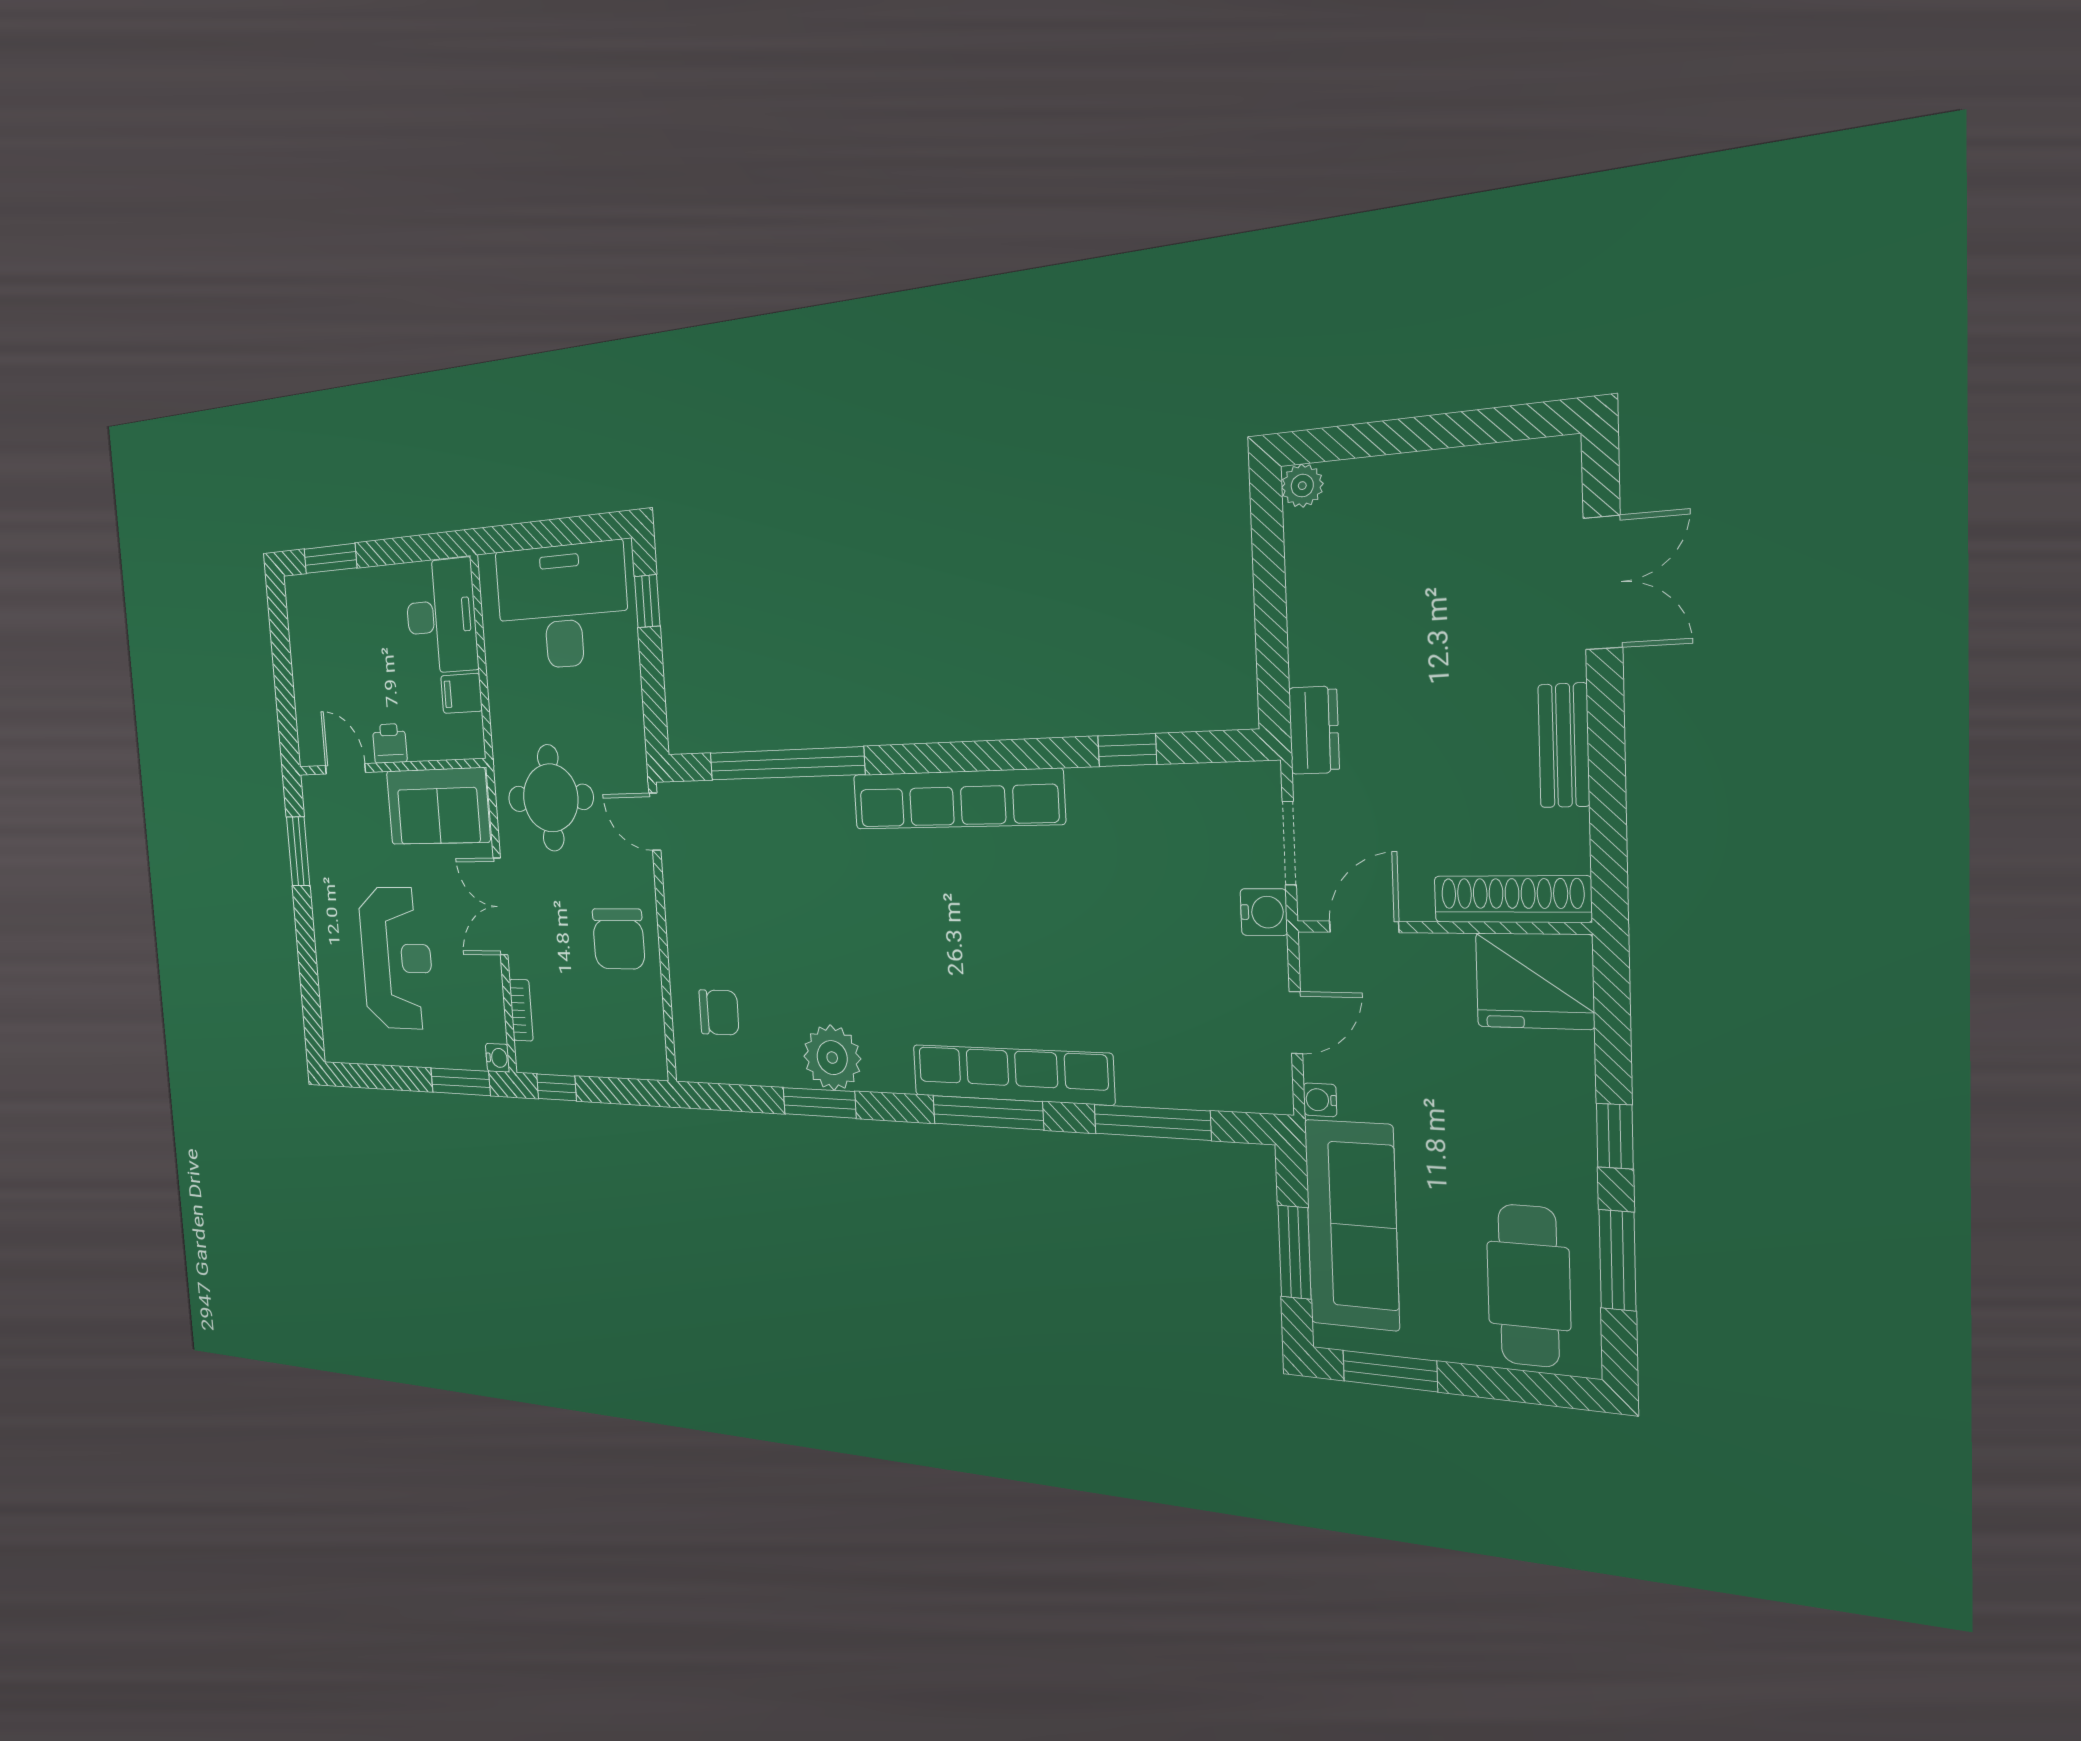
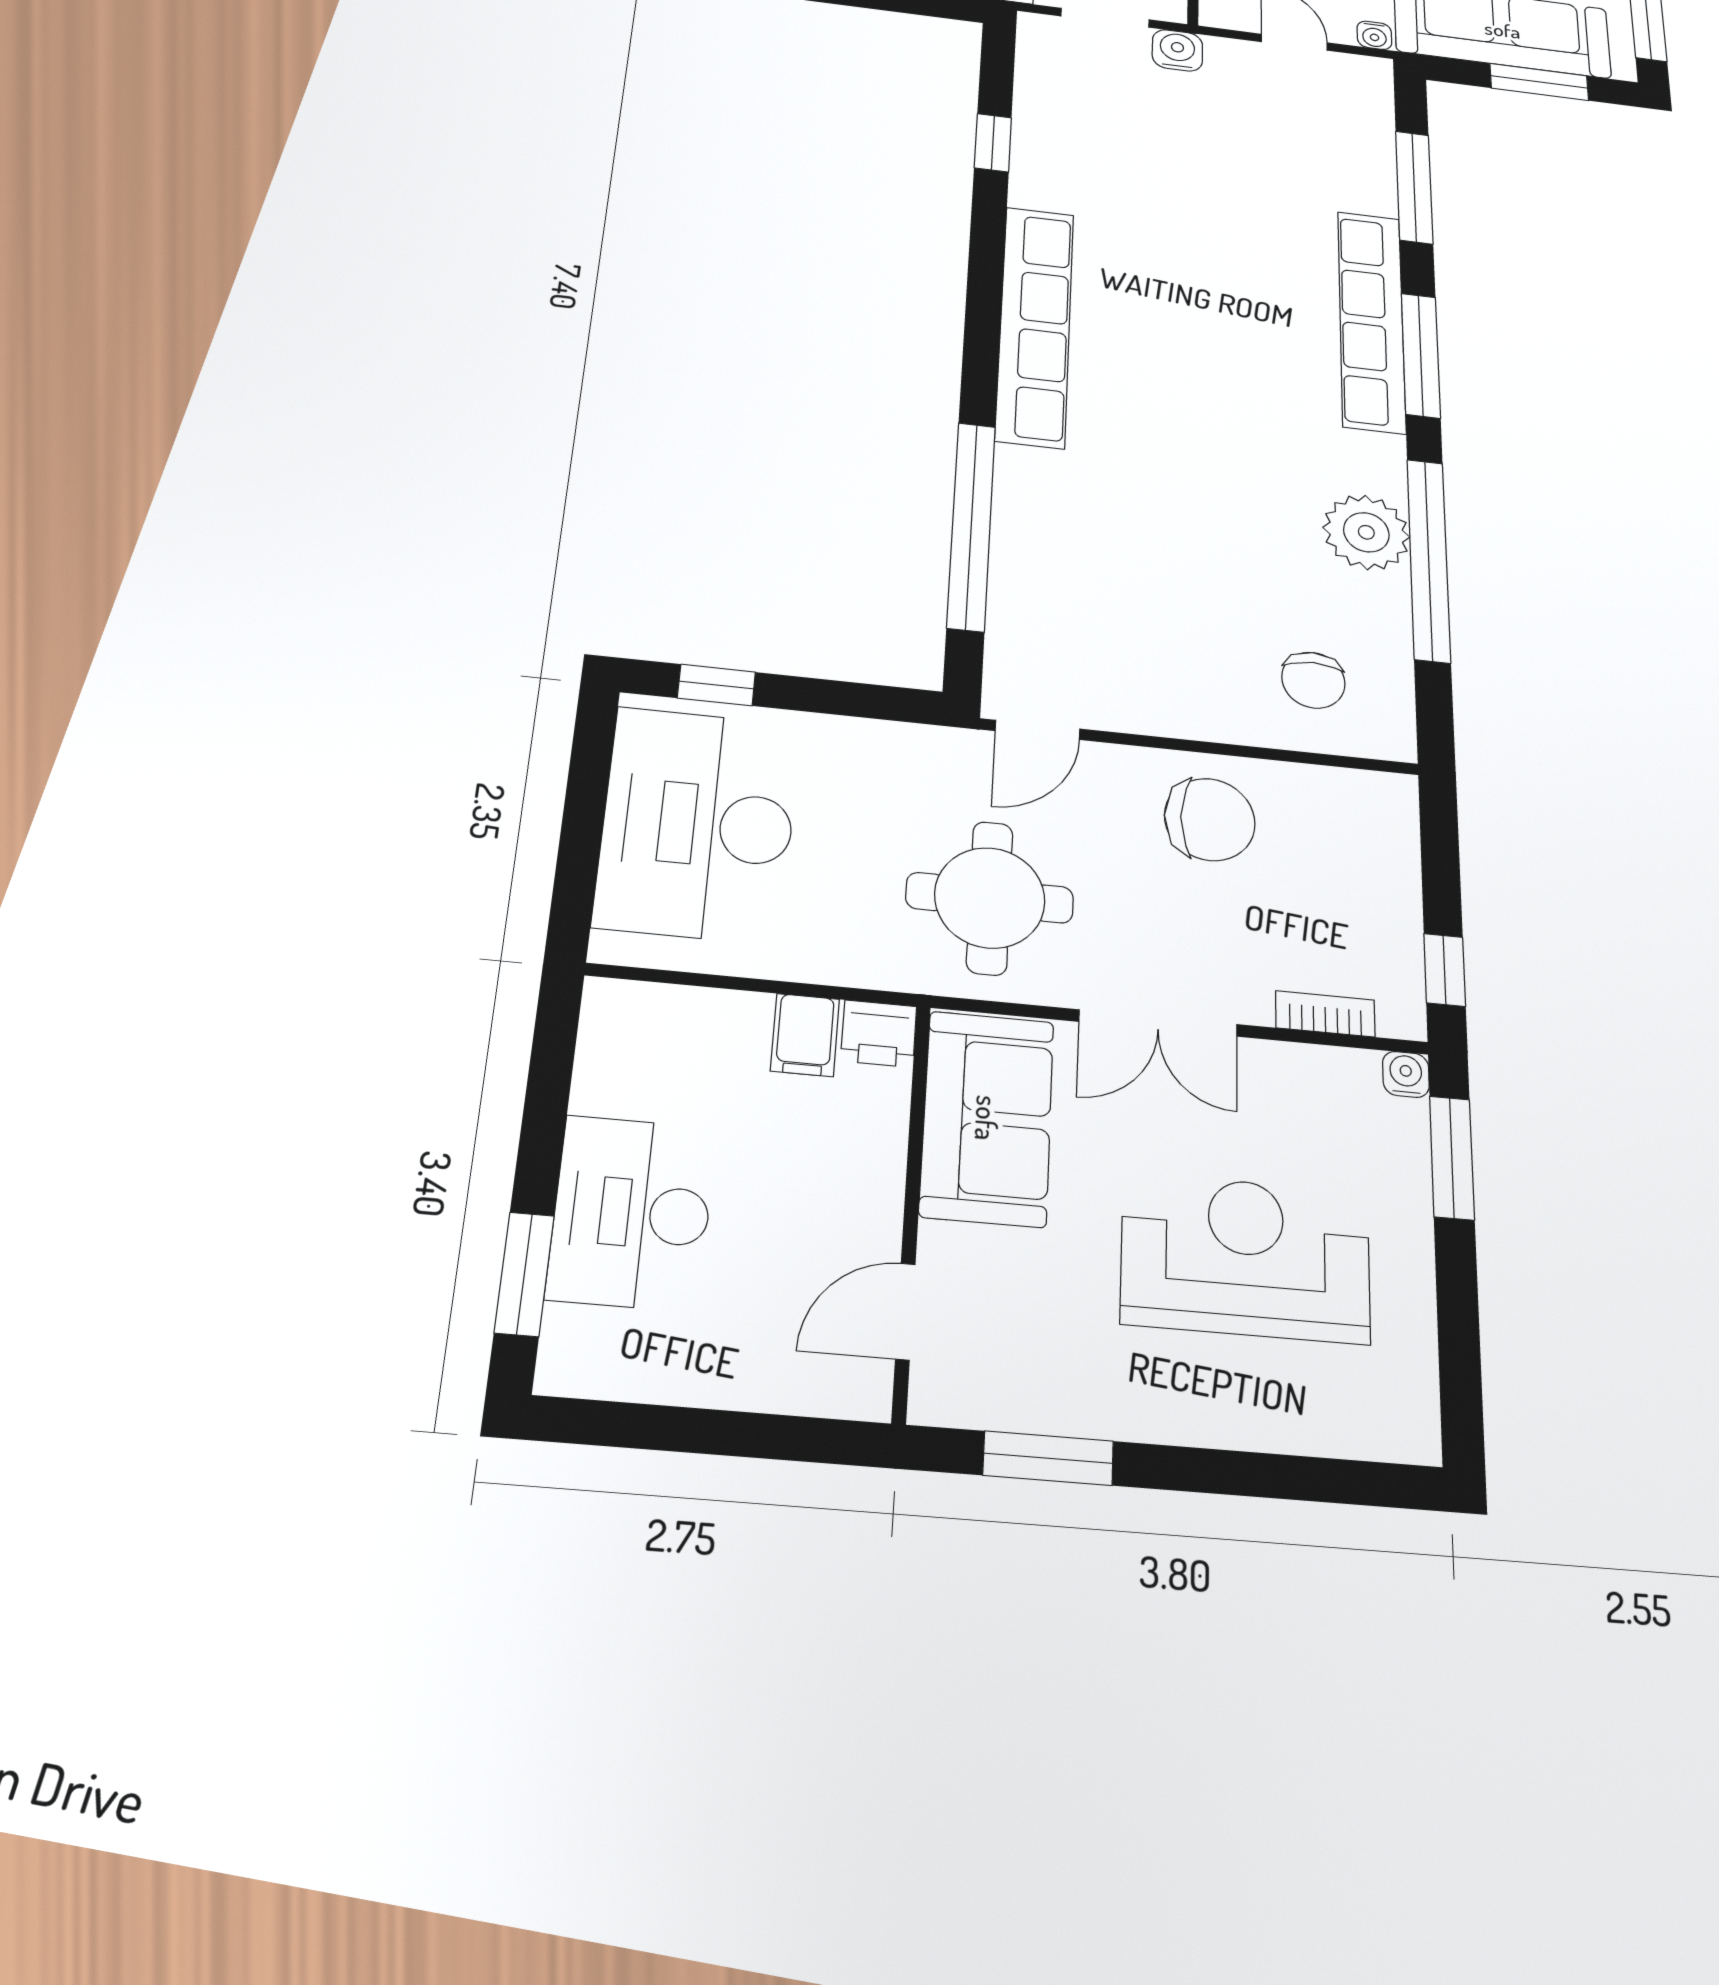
desk: (441, 616) -> (632, 1213), moved, turned -90
printer: (390, 743) -> (879, 1034), moved, turned -90
chair: (719, 1012) -> (1313, 680), turned 180
window: (819, 1103) -> (1429, 560), width x2.11

